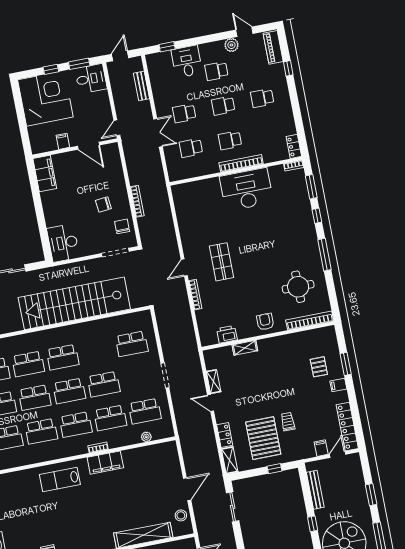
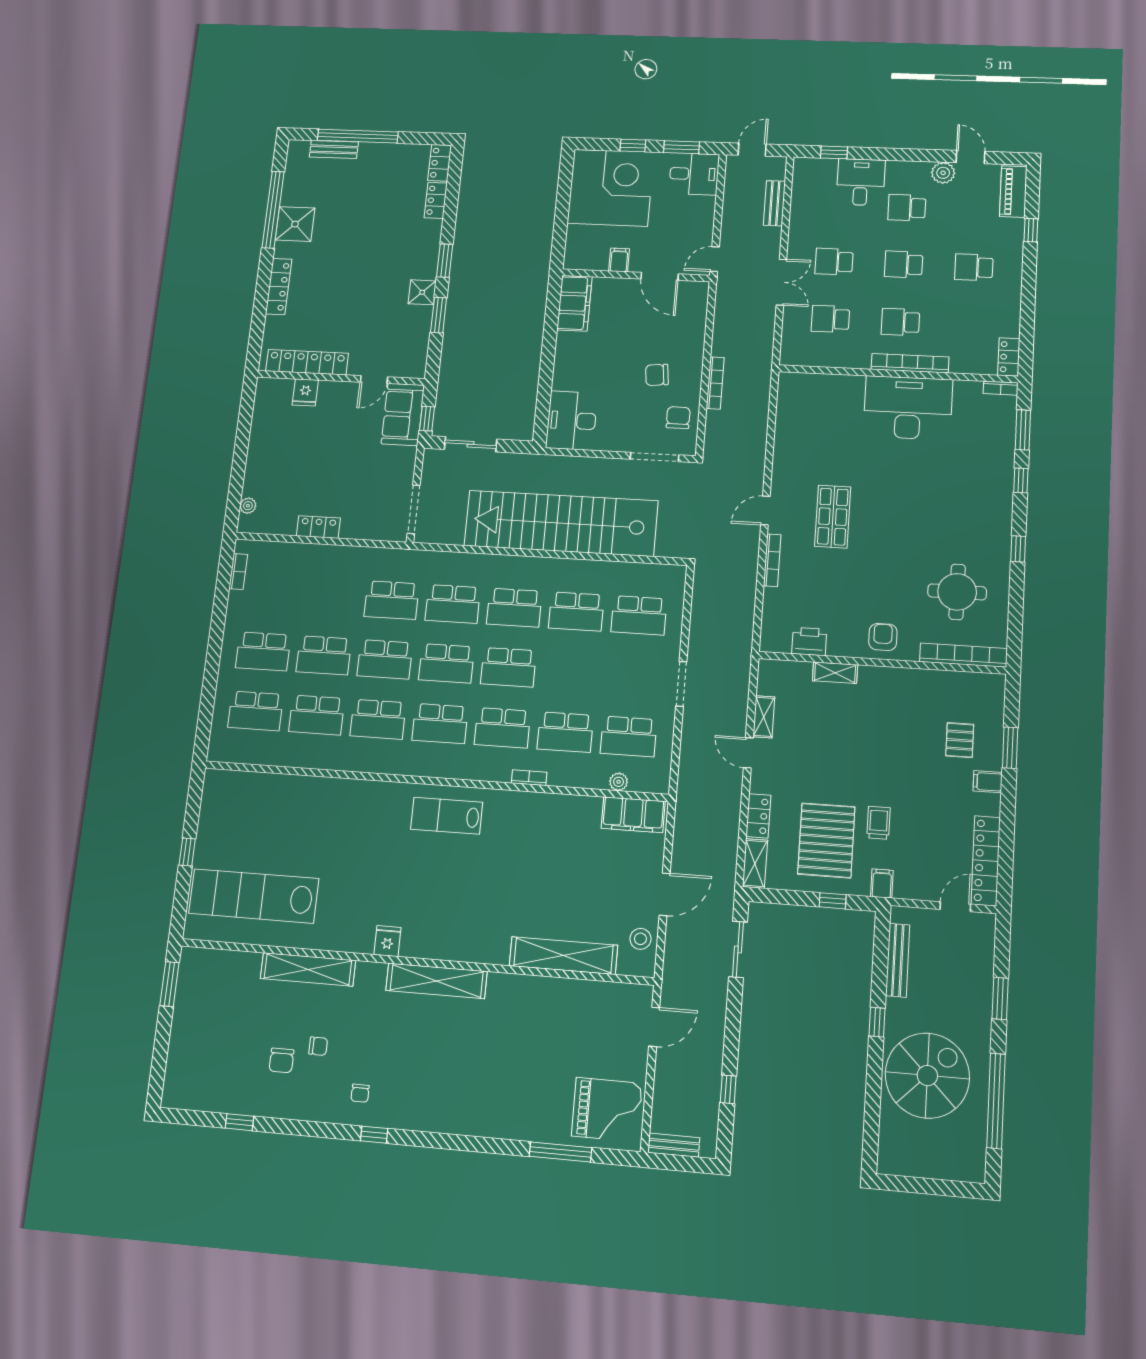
window: (324, 255) -> (1018, 549), width x0.46
school desk: (104, 384) -> (576, 611), moved
filing cabinet: (321, 448) -> (882, 883), moved
filing cabinet: (105, 463) -> (633, 815), moved

